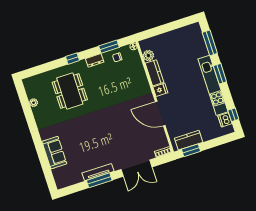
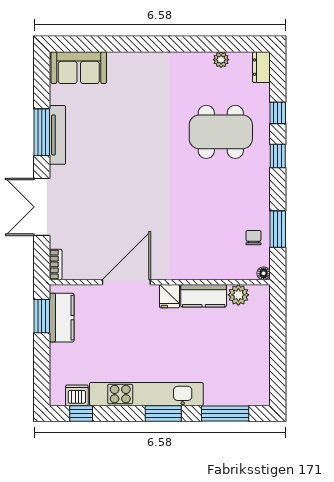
dresser: (95, 60) -> (261, 67), moved
window: (51, 66) -> (278, 113), added
sofa: (54, 153) -> (79, 68), moved

